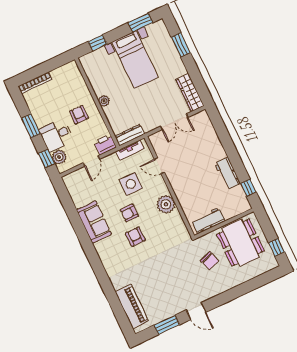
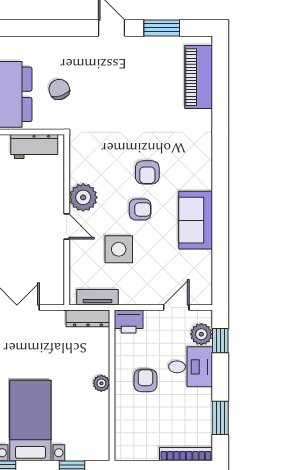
armchair: (79, 115) -> (145, 380), turned 180
window: (31, 126) -> (220, 418), moved
door: (91, 161) -> (176, 307), moved
door: (159, 166) -> (67, 227), moved

